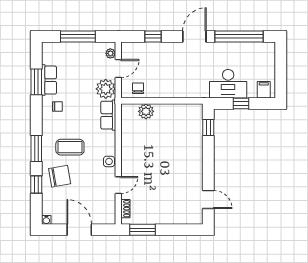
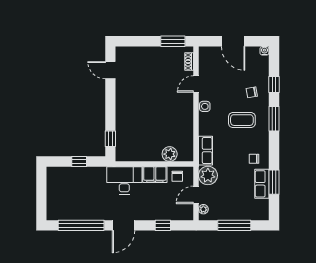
desk: (228, 84) -> (124, 180), moved
filing cabinet: (264, 90) -> (155, 175), moved, width x2.00
chair: (60, 176) -> (252, 92), width x0.54, depth x0.54

